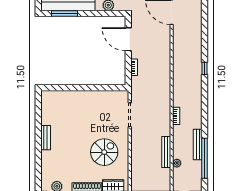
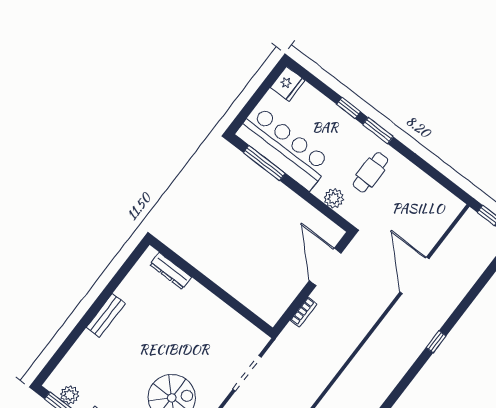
window: (205, 68) -> (436, 342), moved
dresser: (59, 95) -> (171, 271), added

